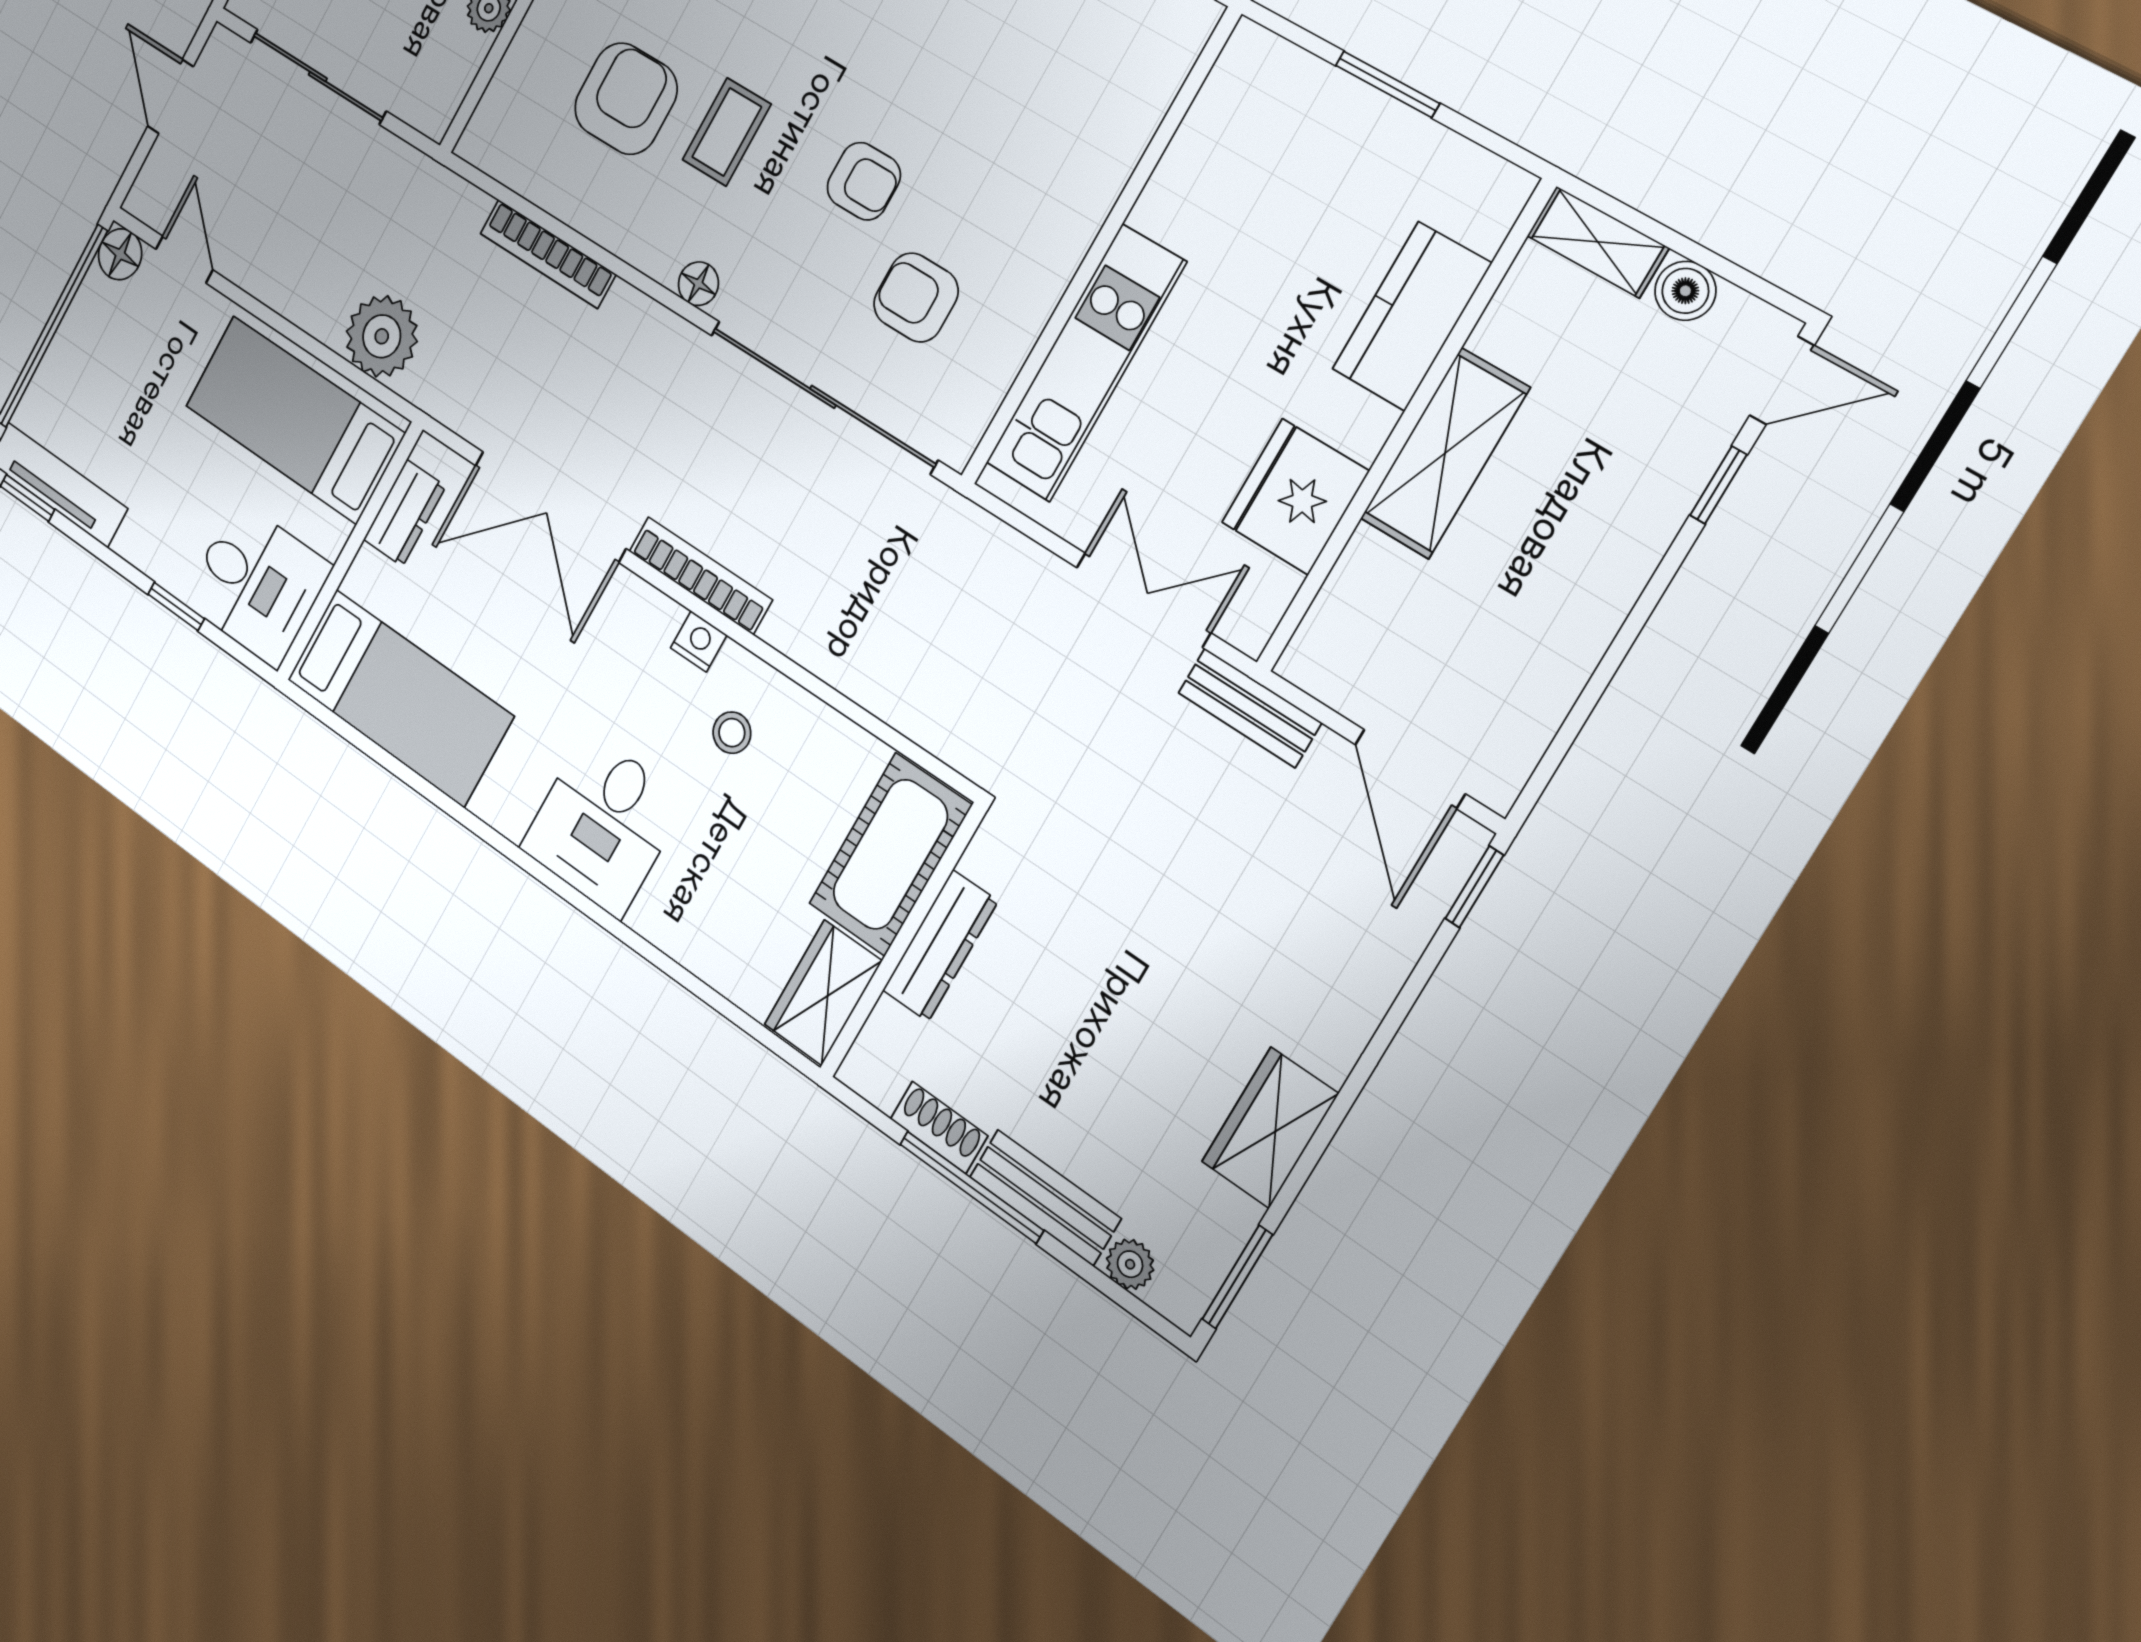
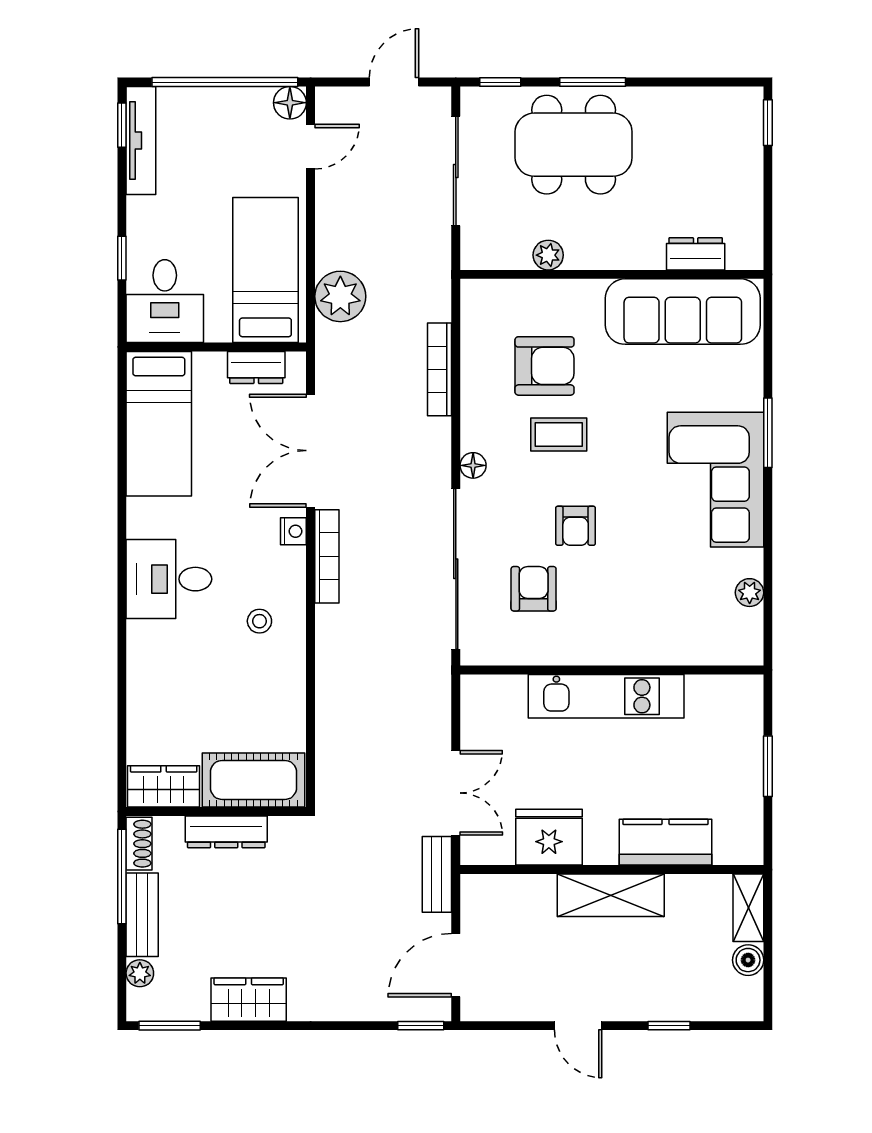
kitchen unit: (1086, 363) -> (606, 696), moved
door: (1782, 380) -> (578, 1026), moved
nightstand: (699, 641) -> (293, 531), moved
cot: (890, 854) -> (253, 780), moved
wall: (903, 940) -> (216, 812), moved
dresser: (940, 946) -> (226, 832), moved
wardrobe: (823, 993) -> (164, 786), moved

